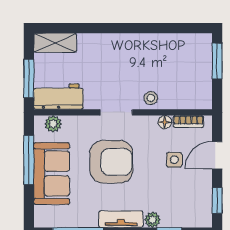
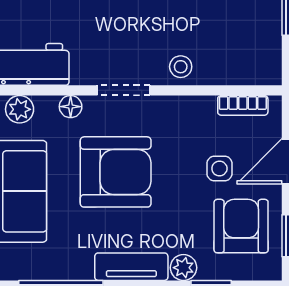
floor lamp: (165, 122) -> (71, 107), moved
armchair: (187, 195) -> (241, 226), added

